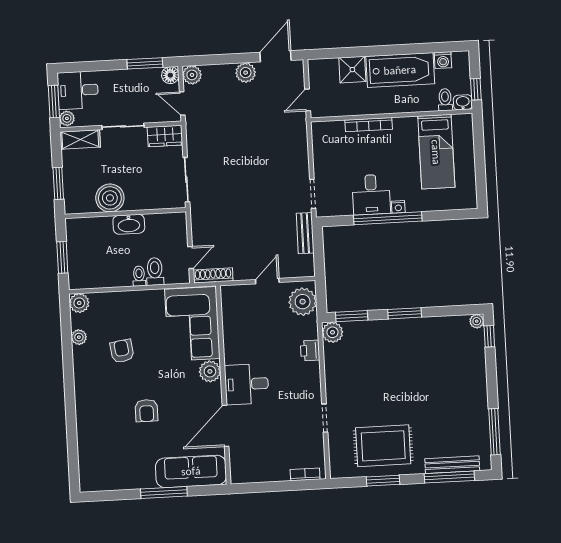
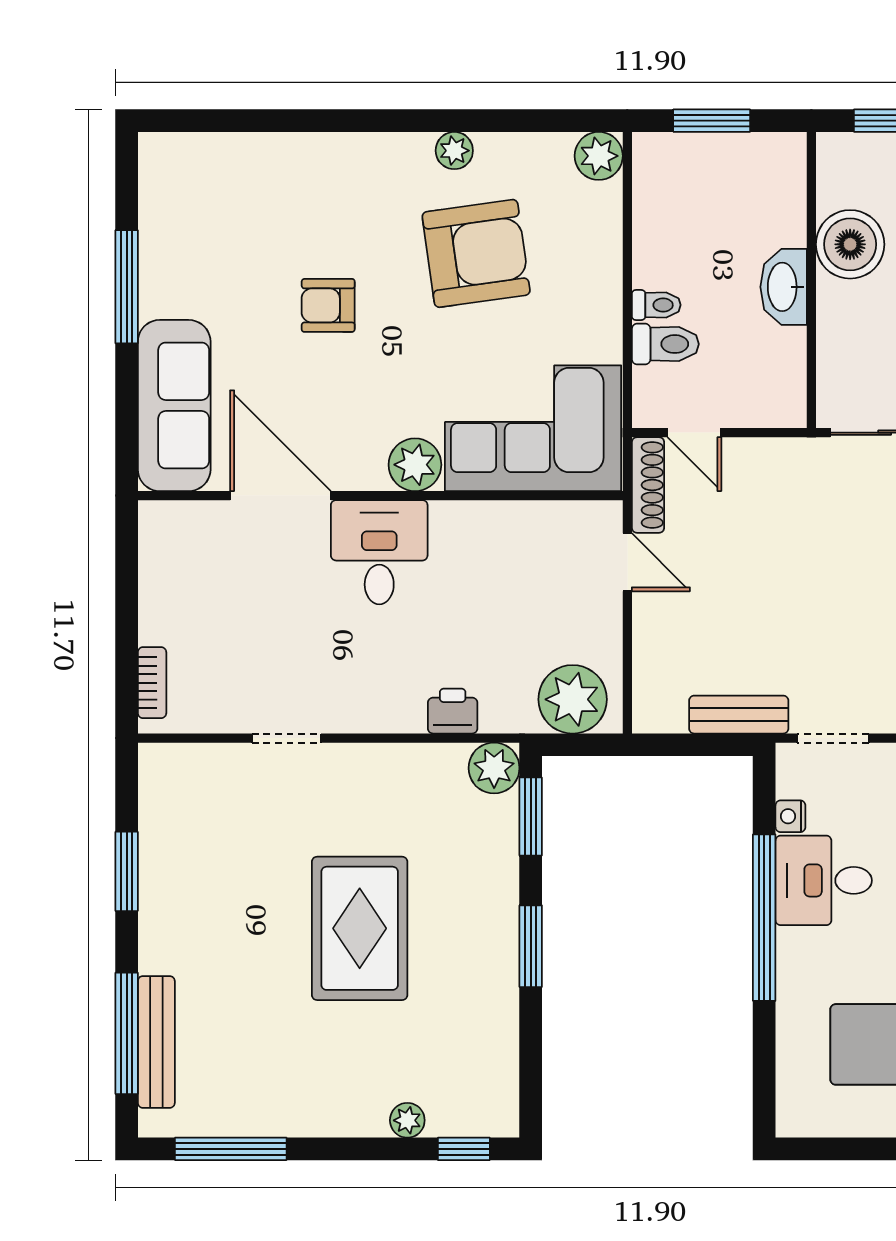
nightstand: (398, 207) -> (790, 816), moved
door: (267, 281) -> (627, 562), moved
plant: (477, 321) -> (407, 1120), moved
plant: (79, 337) -> (454, 151), moved
armchair: (122, 351) -> (476, 253), width x1.88, depth x1.88
rug: (383, 446) -> (360, 928), moved
window: (164, 492) -> (127, 287), moved

